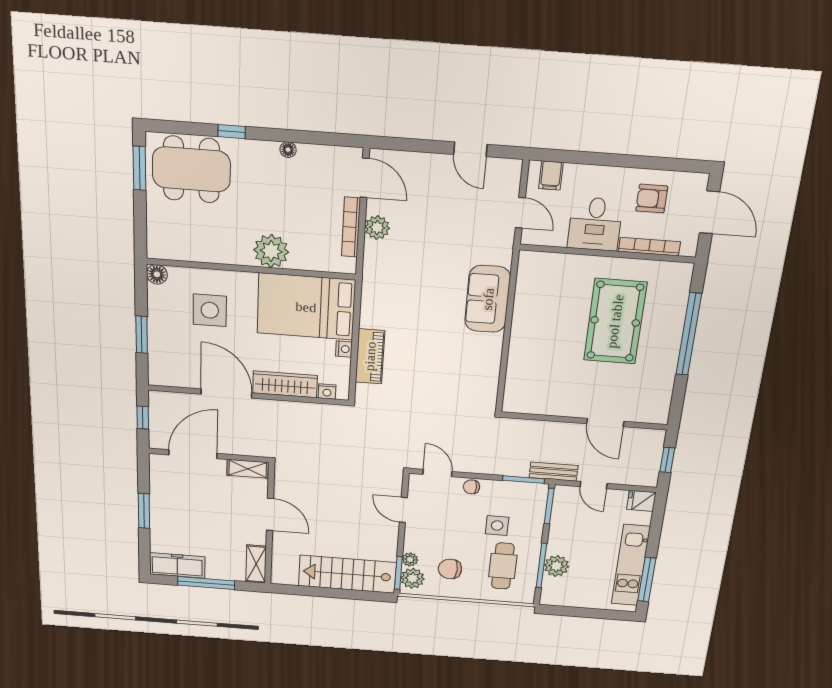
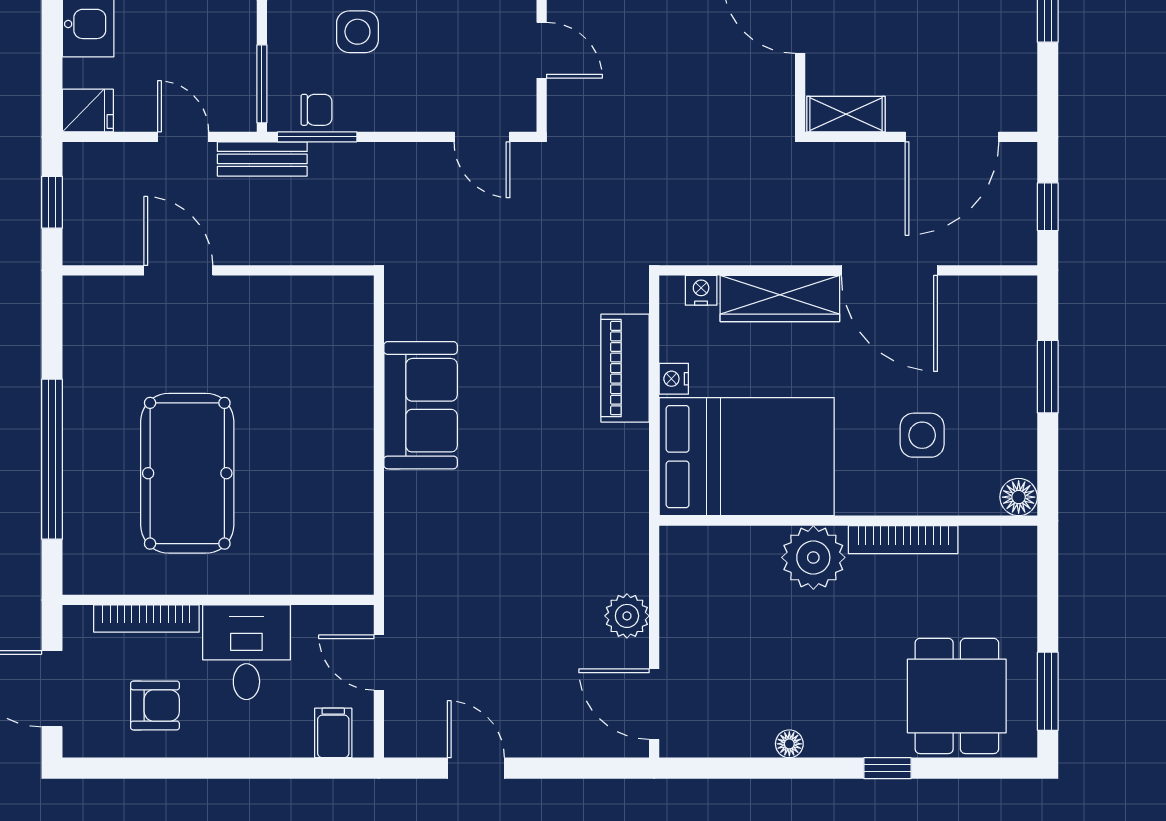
dining table: (191, 169) -> (957, 696), width x0.73
bookcase: (351, 227) -> (903, 540), moved, turned 90
sofa: (488, 299) -> (421, 405), moved
side table: (210, 310) -> (922, 435), width x0.73, depth x0.73
chair: (471, 487) -> (317, 110), moved

